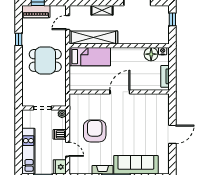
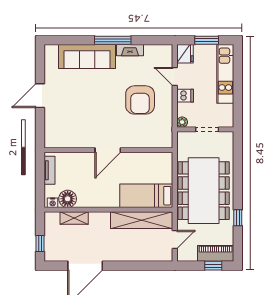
shelving: (102, 10) -> (74, 218), moved
dining table: (45, 60) -> (204, 191), width x1.88, depth x1.24

